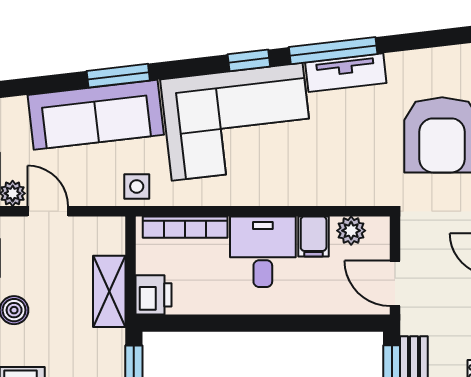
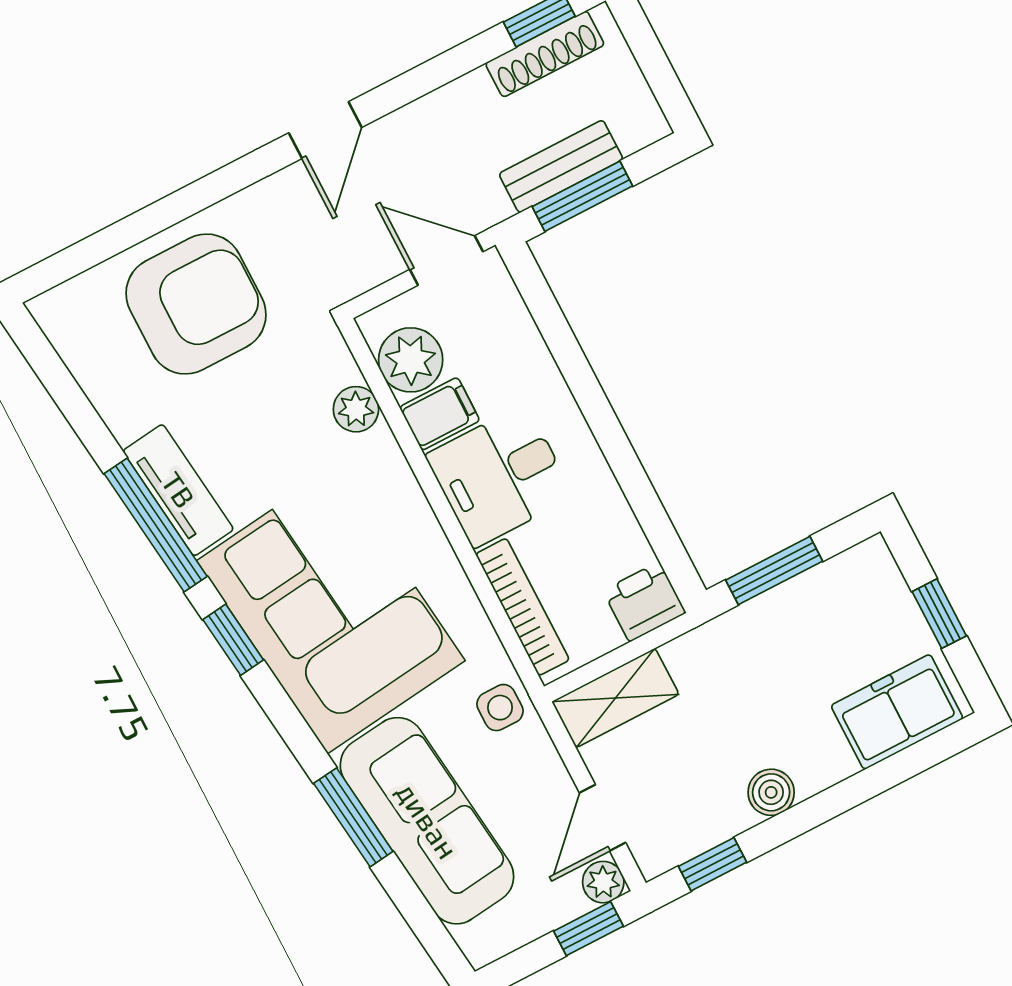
plant: (340, 192) -> (356, 409), added
plant: (351, 231) -> (411, 360), width x1.38, depth x1.38
door: (395, 283) -> (446, 261), swing flipped
shelving: (109, 291) -> (615, 698), moved

